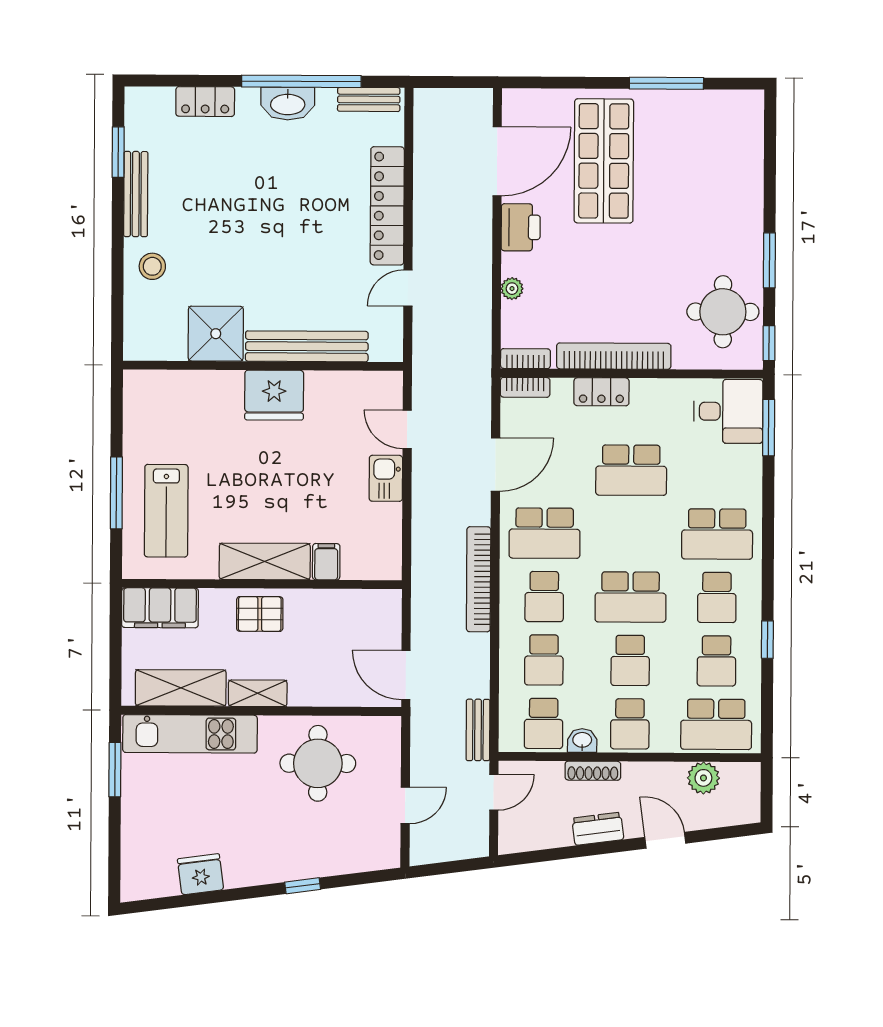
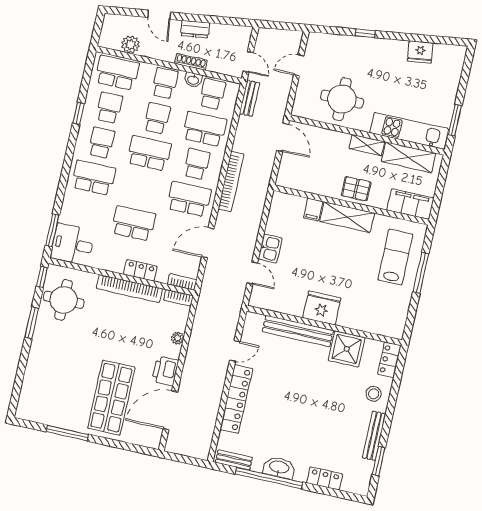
locker: (138, 331) -> (389, 360), added
school desk: (544, 660) -> (205, 129), width x1.85
door: (494, 792) -> (248, 62), swing flipped

